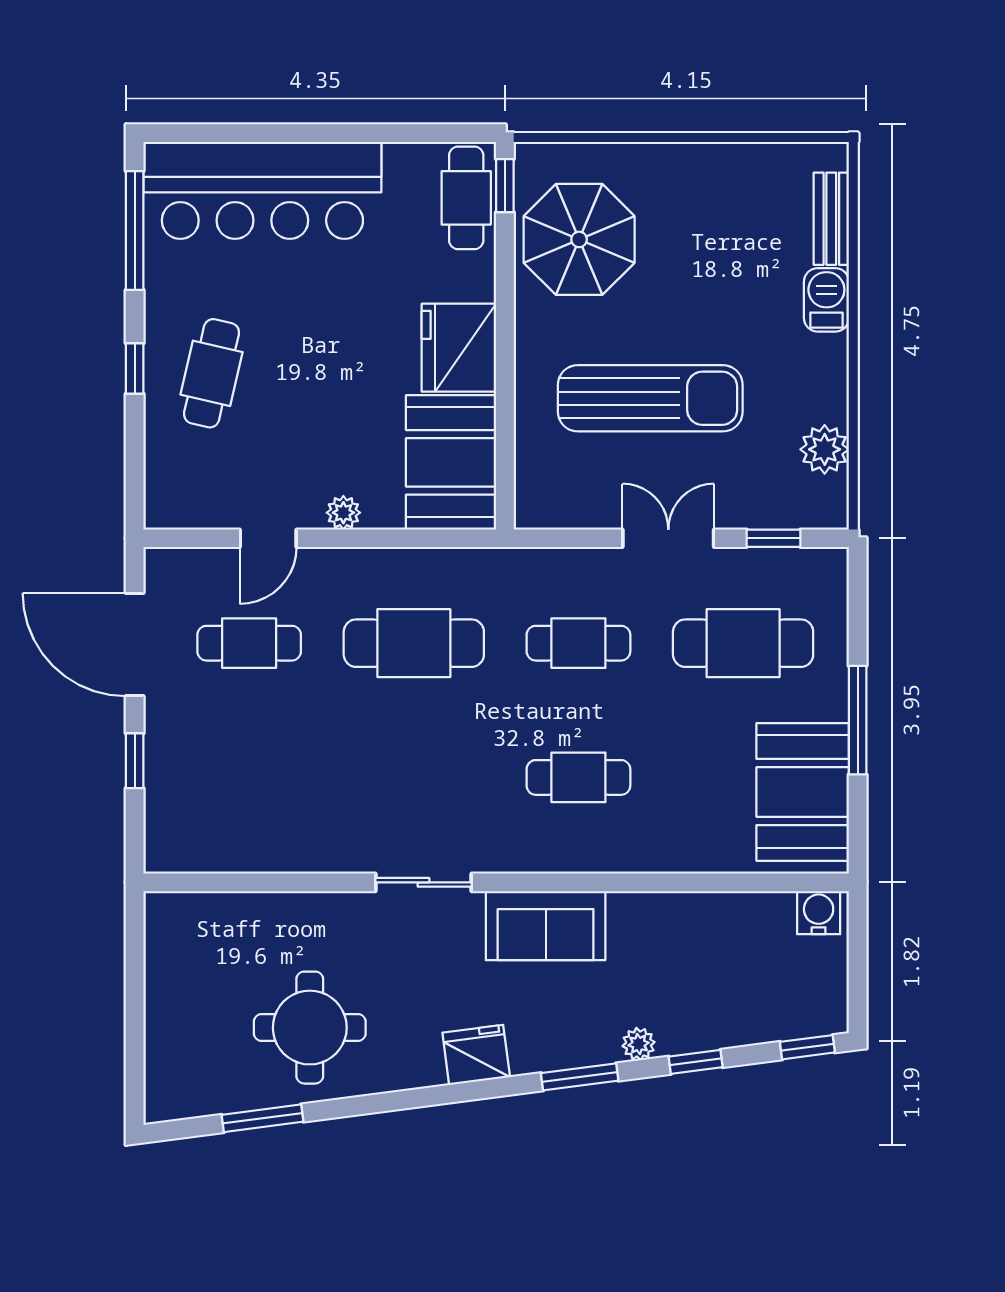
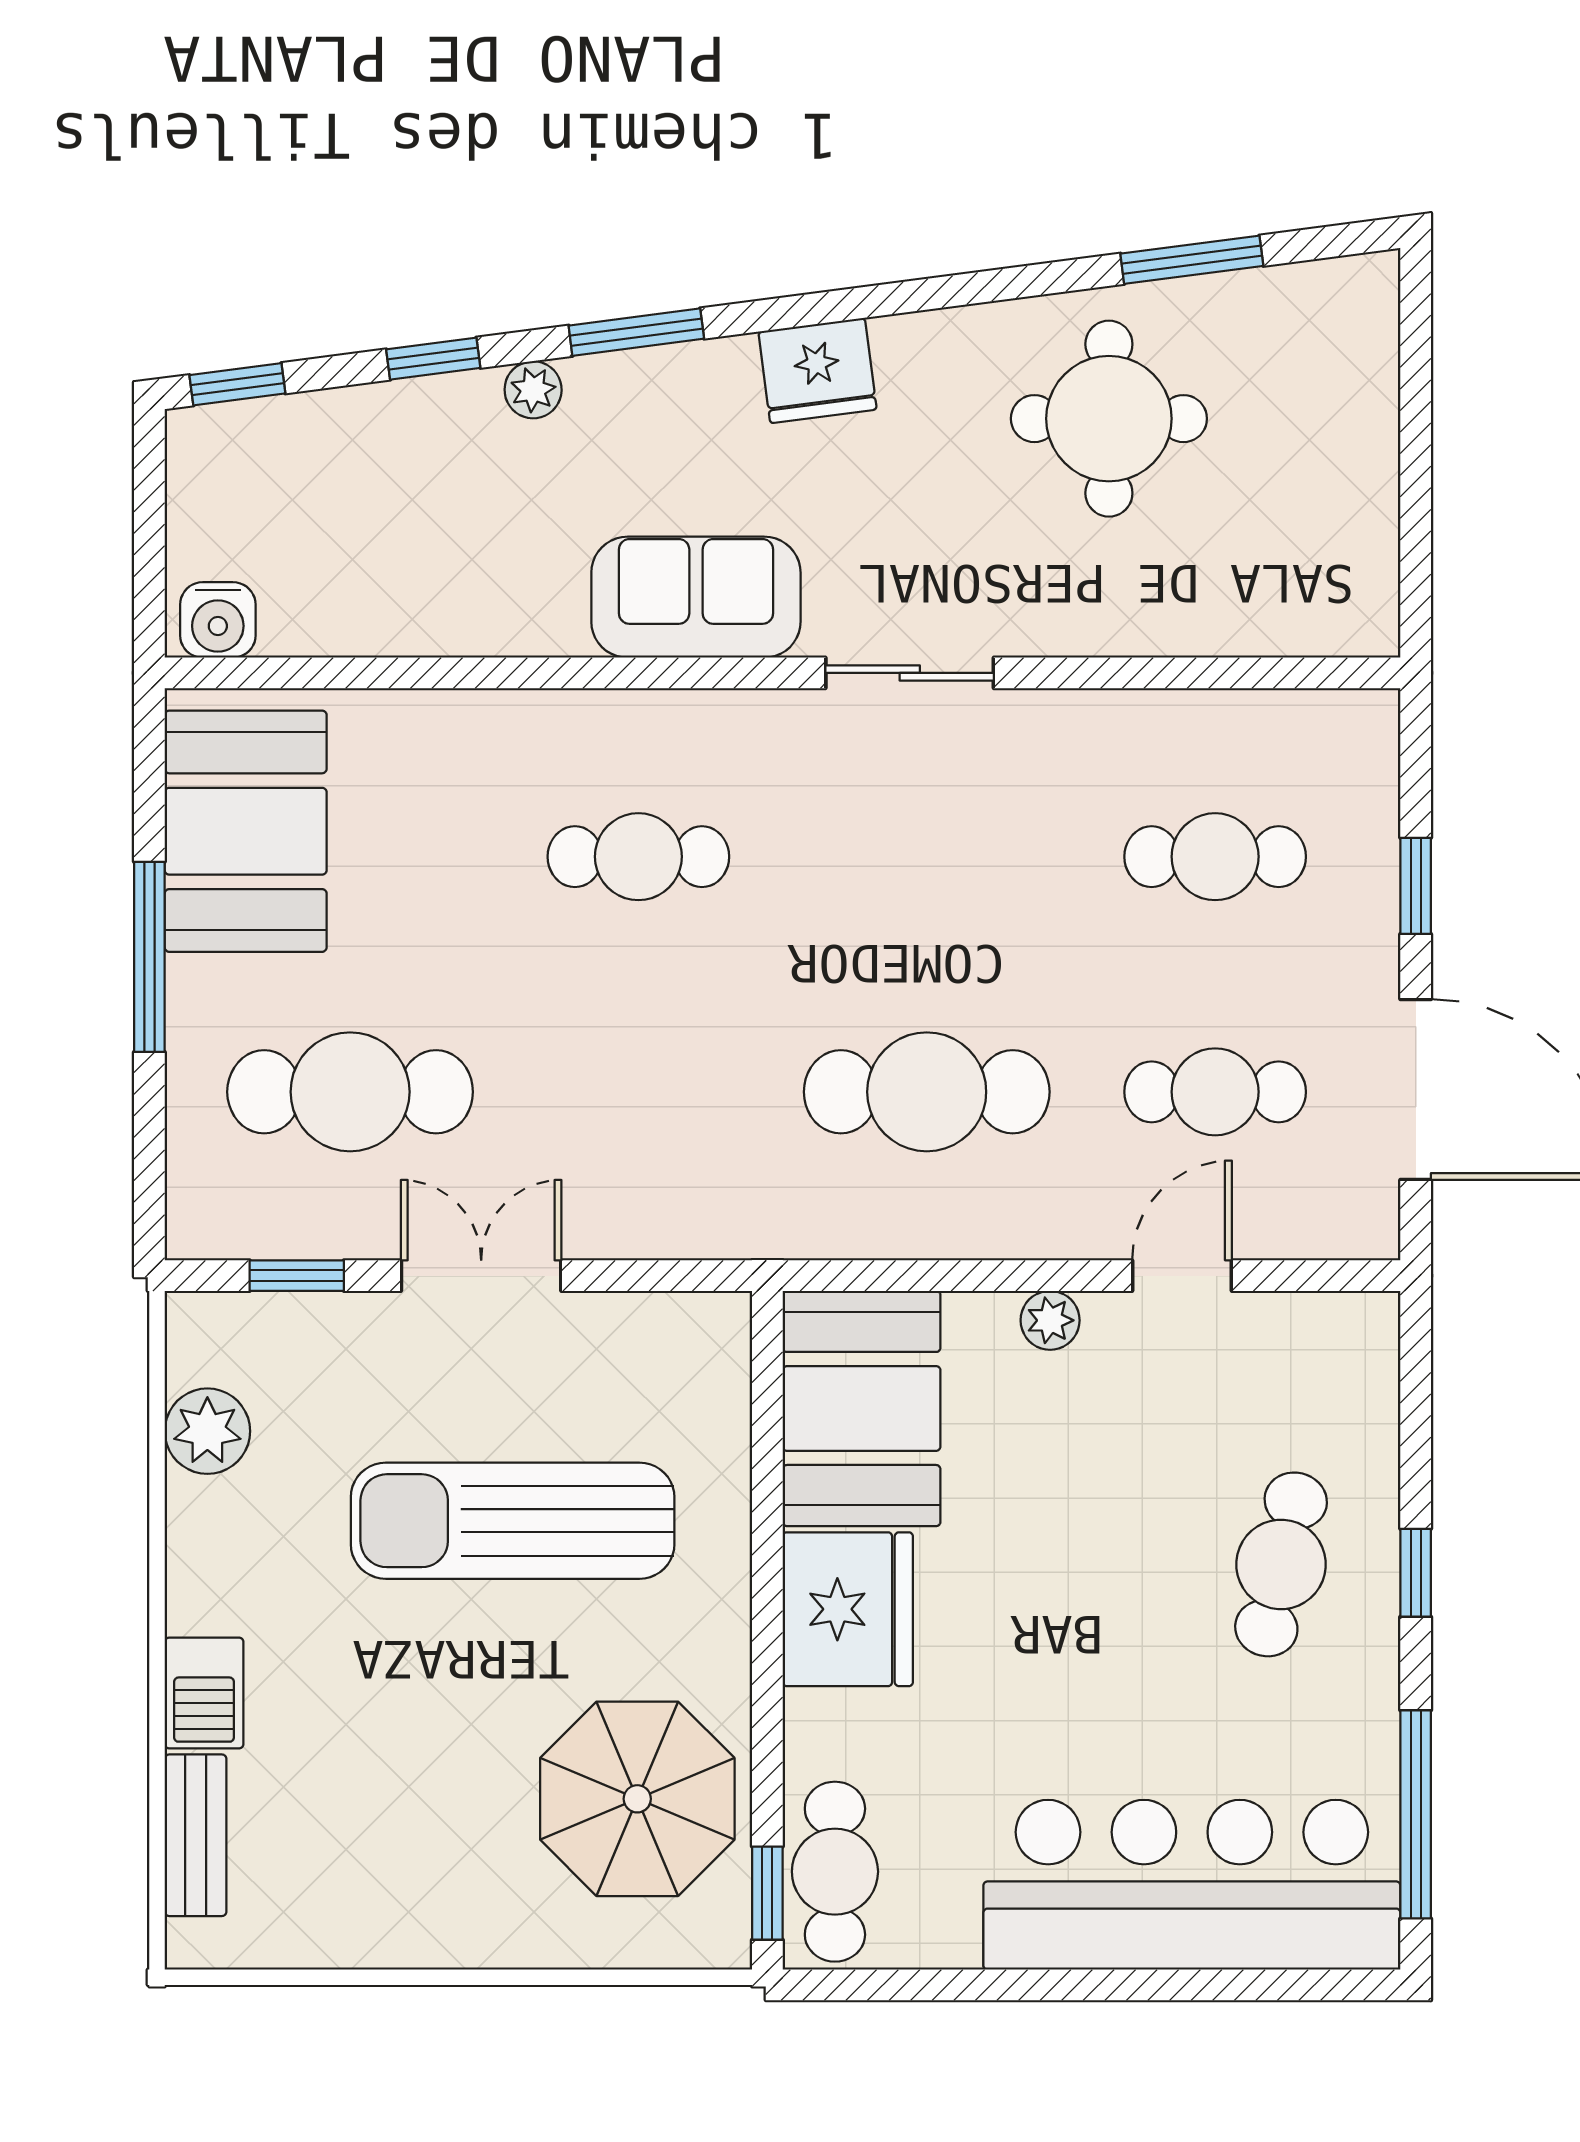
double door: (668, 538) -> (481, 1276), swing flipped
cafe table: (578, 643) -> (1215, 857), moved

